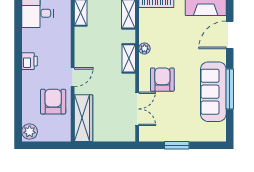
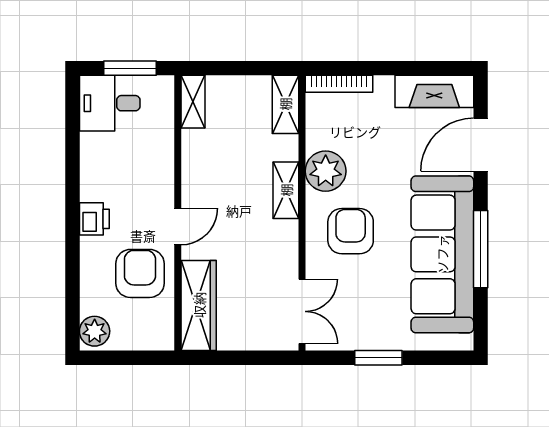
plant: (144, 48) -> (326, 171), width x1.87, depth x1.87
printer: (29, 61) -> (94, 219), moved
sofa: (213, 92) -> (442, 254), width x1.36, depth x1.27
double door: (137, 109) -> (302, 311), moved

